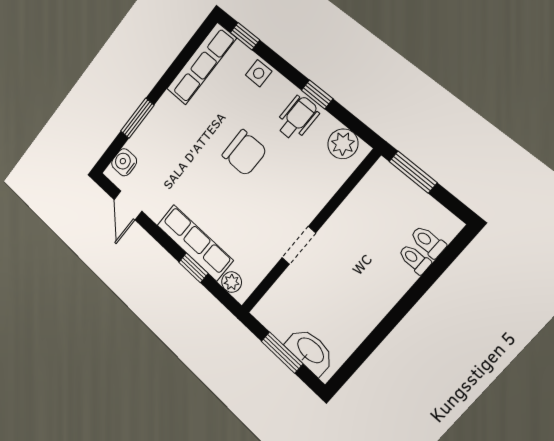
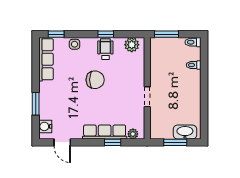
toilet: (428, 242) -> (193, 42), moved

